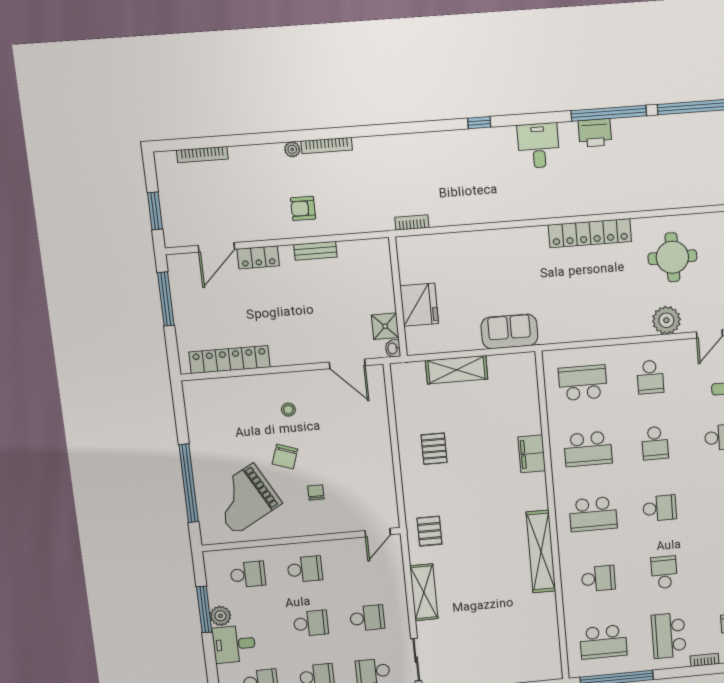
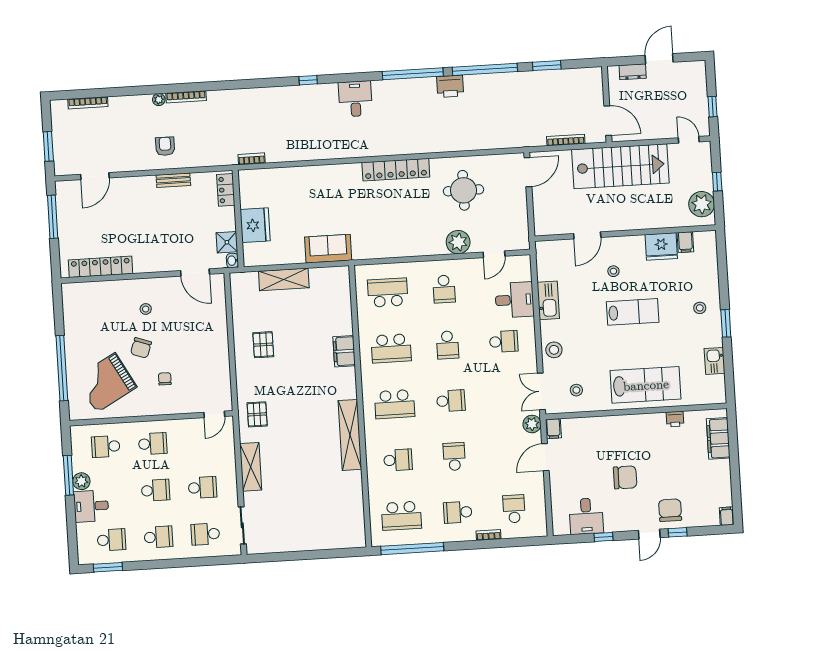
printer: (595, 133) -> (450, 86), moved
armchair: (303, 208) -> (165, 146), turned 90
locker: (258, 257) -> (226, 190), moved, turned 90
school desk: (248, 574) -> (106, 447), turned 180
school desk: (669, 636) -> (458, 512), width x0.54

